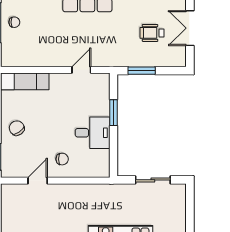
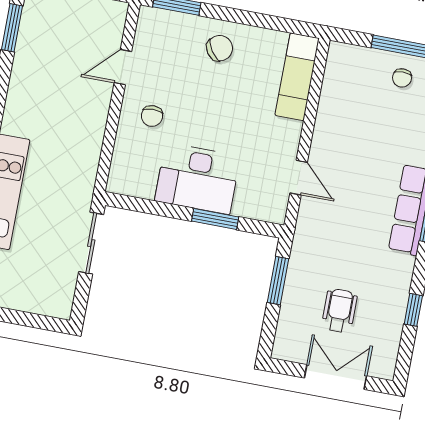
desk: (93, 133) -> (198, 179), width x1.37
sliding door: (153, 180) -> (91, 243), moved
door: (38, 181) -> (123, 67), swing flipped

